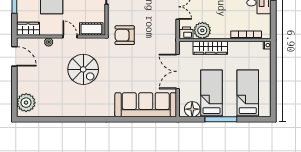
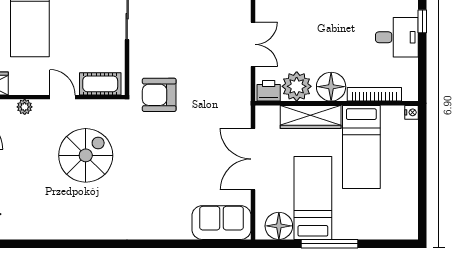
floor lamp: (222, 31) -> (331, 87), added
spiral stairs: (83, 69) -> (86, 155), turned -90
bed: (248, 93) -> (361, 147), moved, turned 180
sofa: (146, 105) -> (222, 223), width x0.54, depth x0.79

